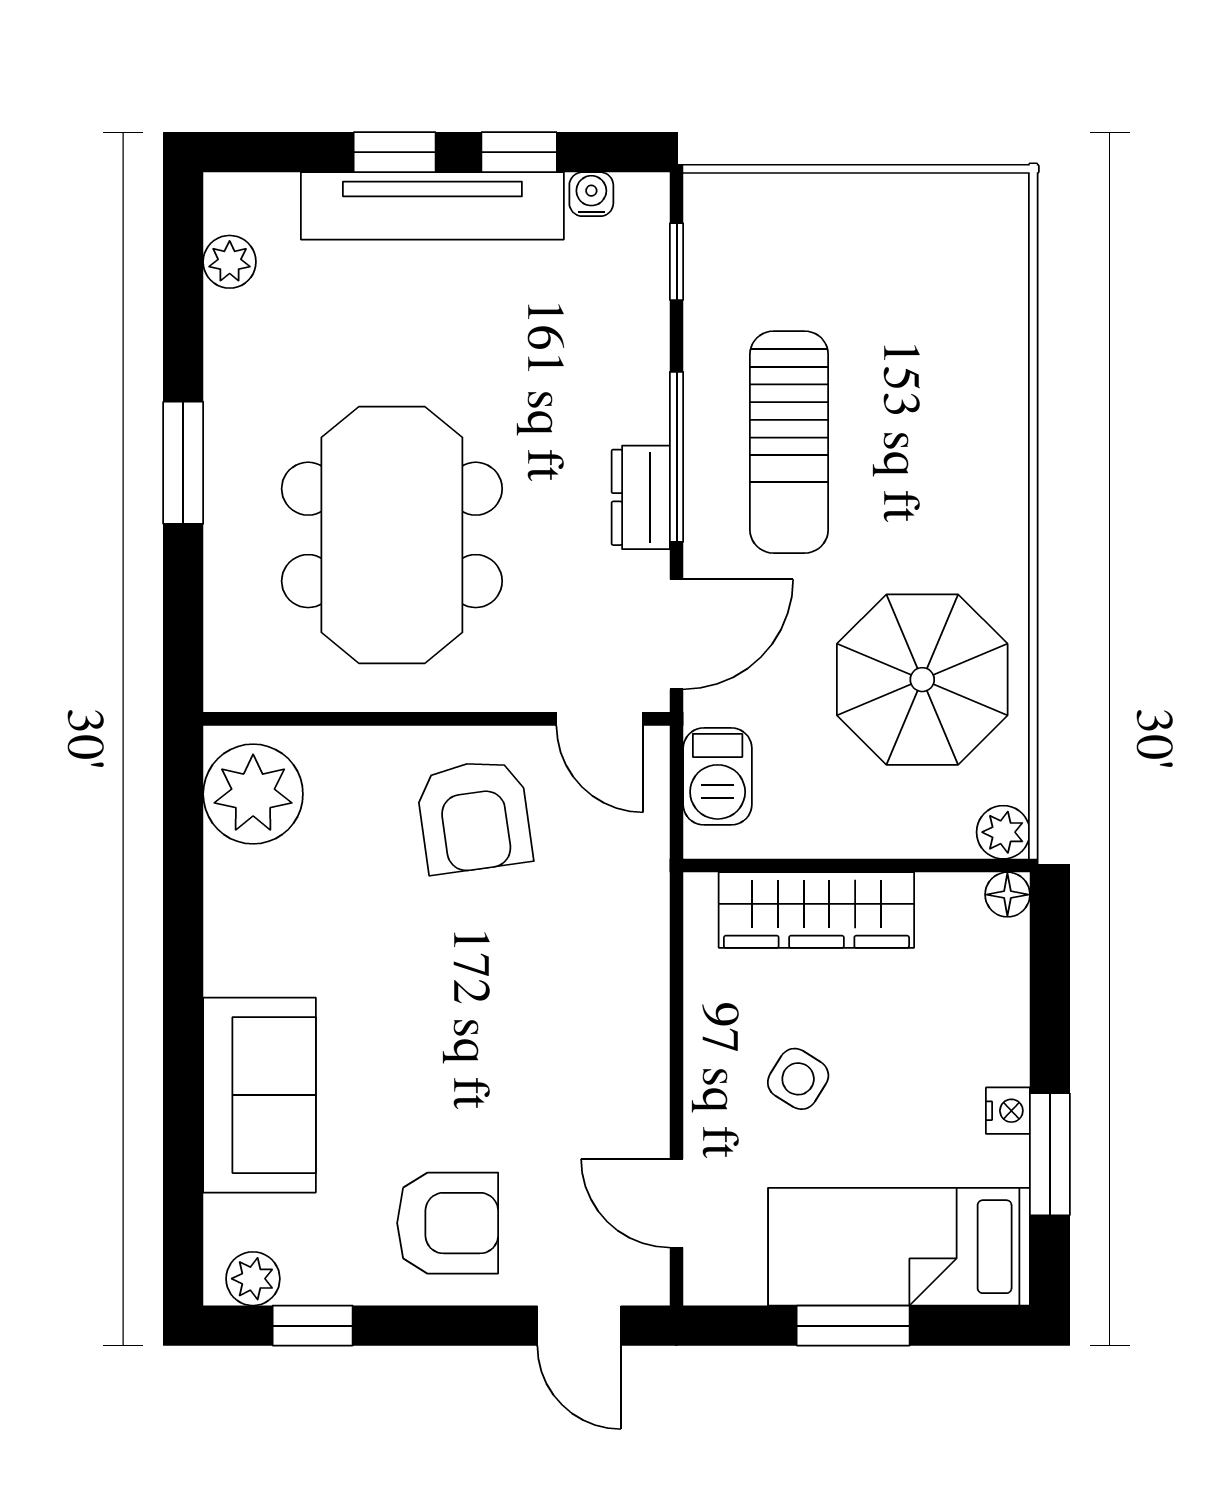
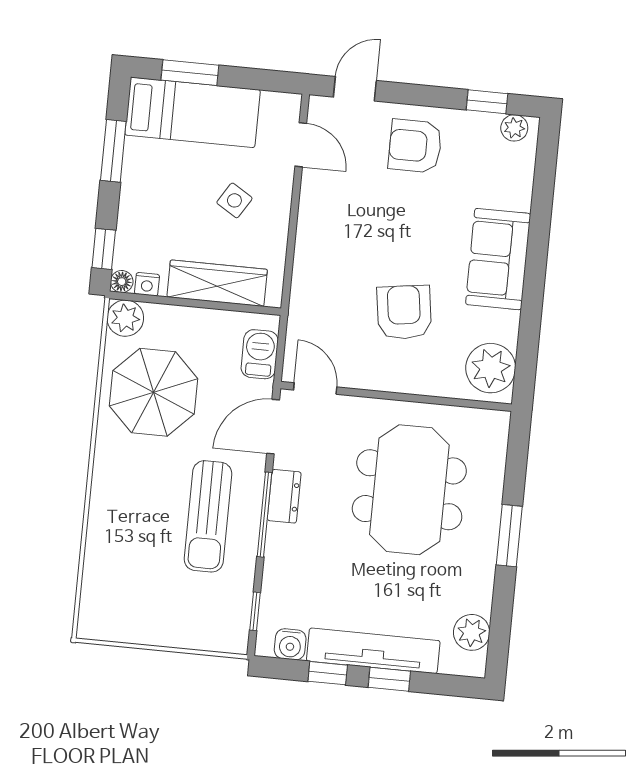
water cooler: (591, 194) -> (290, 644), width x1.38, depth x1.38
plant: (230, 262) -> (472, 632), width x1.38, depth x1.38
sun lounger: (789, 442) -> (208, 516), turned 180
armchair: (474, 816) -> (404, 312), moved
plant: (1003, 832) -> (125, 318), width x1.38, depth x1.38
window: (1050, 956) -> (104, 249), added
sofa: (259, 1095) -> (498, 259), moved
nightstand: (1008, 1111) -> (147, 284), moved, turned -90
door: (579, 1326) -> (355, 89), hinge flipped
window: (853, 1326) -> (190, 73), moved

